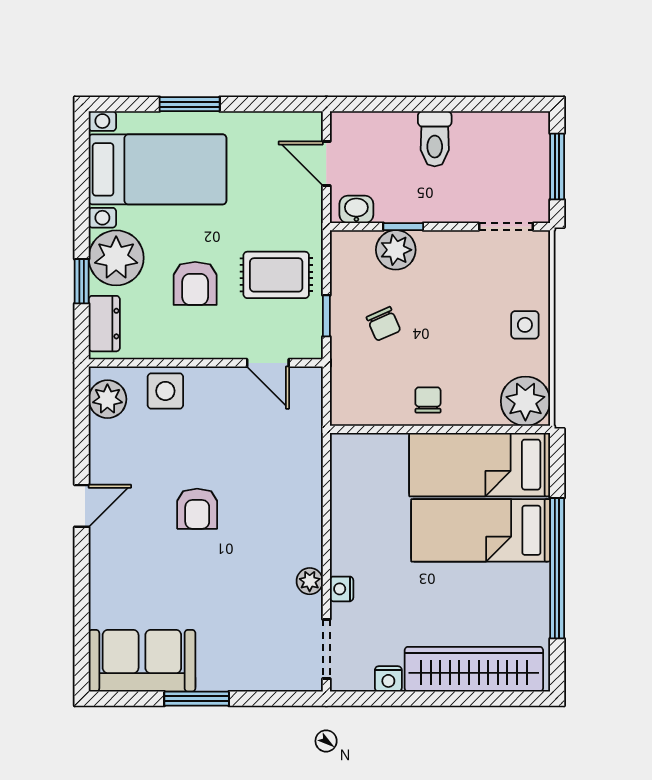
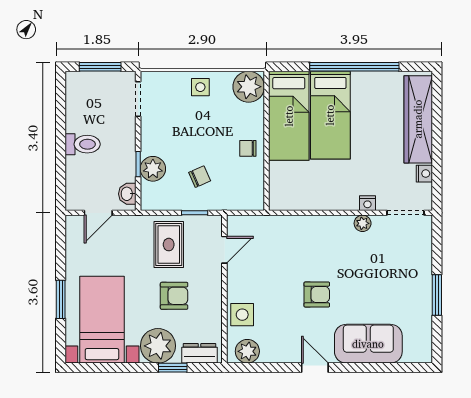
sofa: (142, 661) -> (368, 344), moved, turned 90

